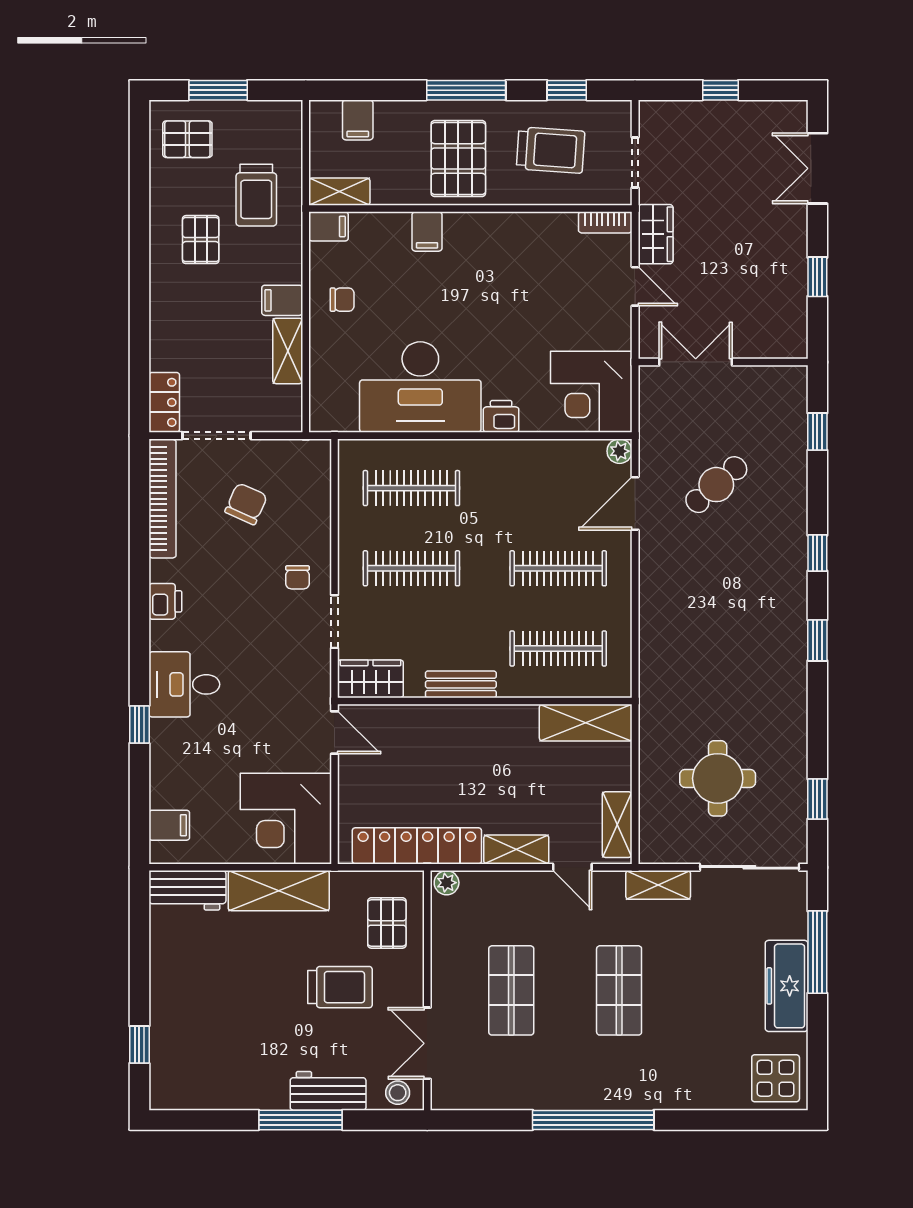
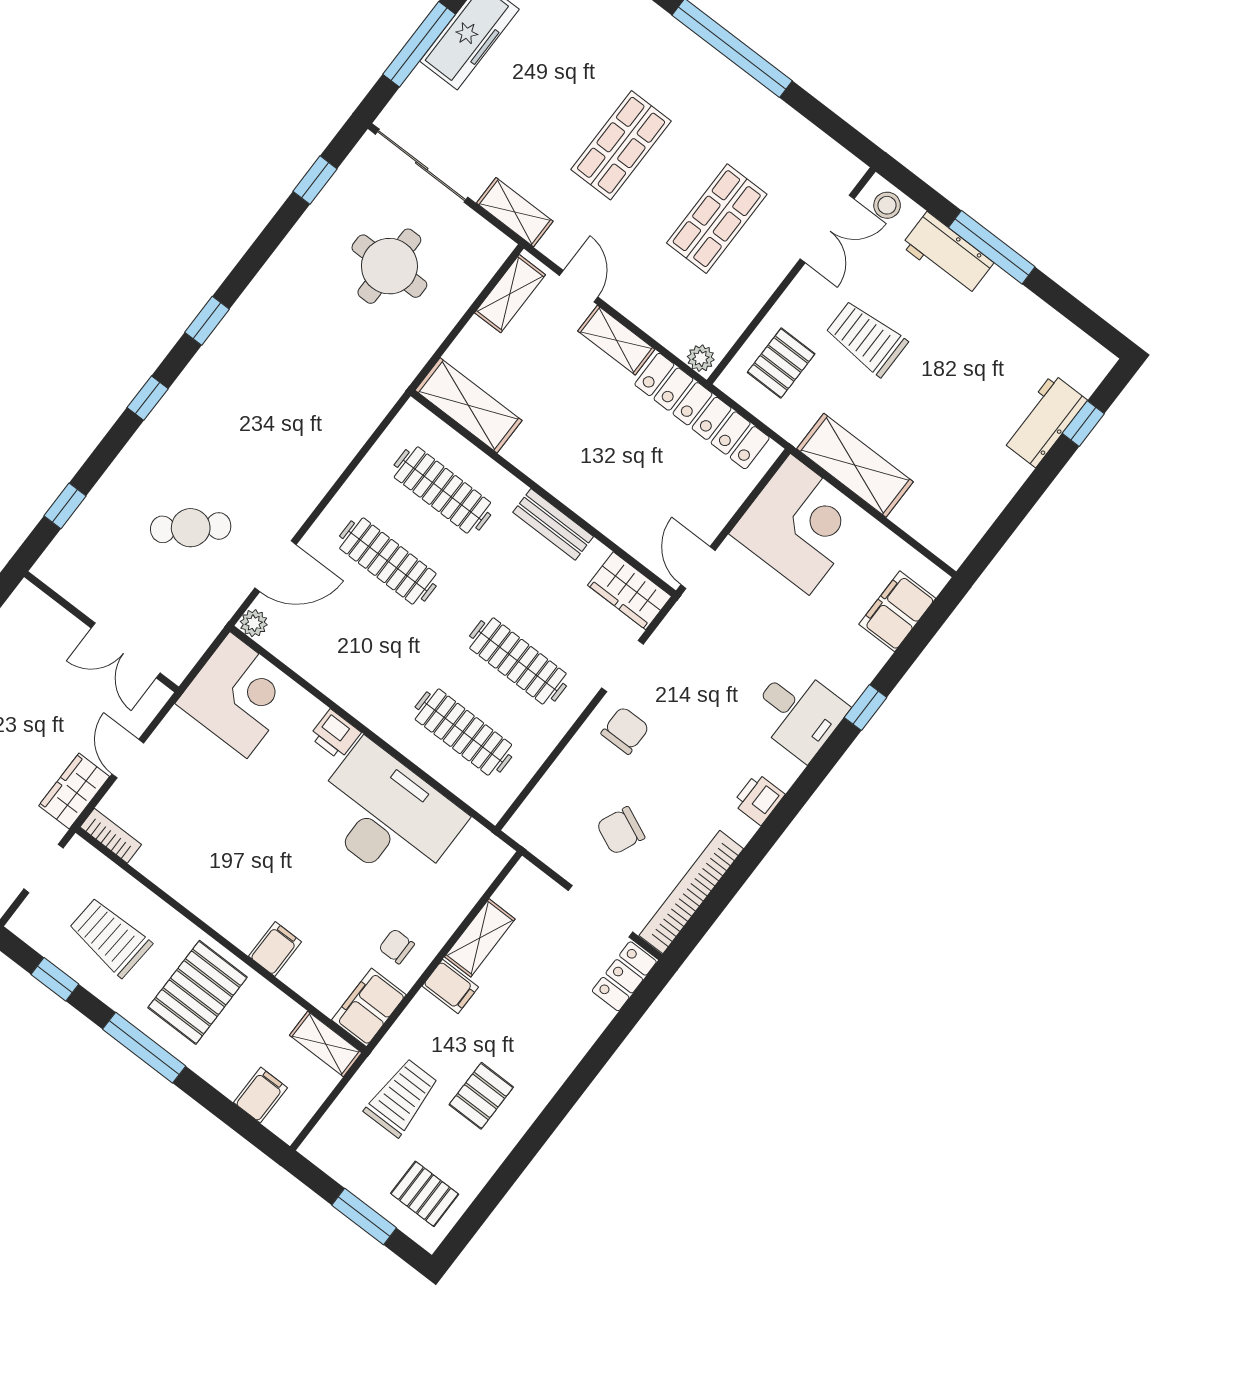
filing cabinet: (329, 226) -> (369, 1007), width x2.00
chair: (297, 577) -> (625, 730), width x1.37, depth x1.37
filing cabinet: (169, 825) -> (897, 611), width x2.00
workbench: (187, 890) -> (1044, 421), moved, turned -90

